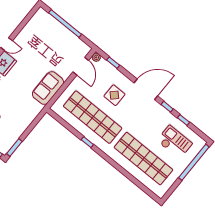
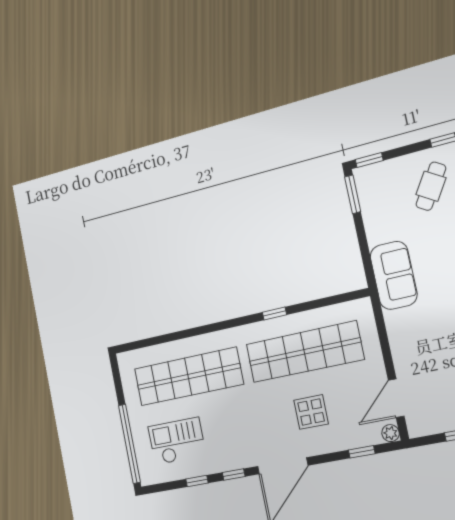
door: (81, 66) -> (396, 398), hinge flipped
sofa: (48, 88) -> (394, 275), moved
checkout: (175, 142) -> (177, 441), turned 180

